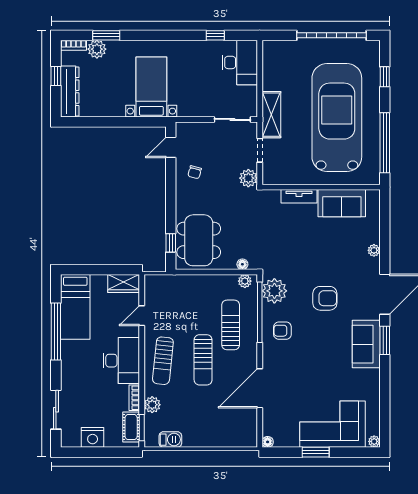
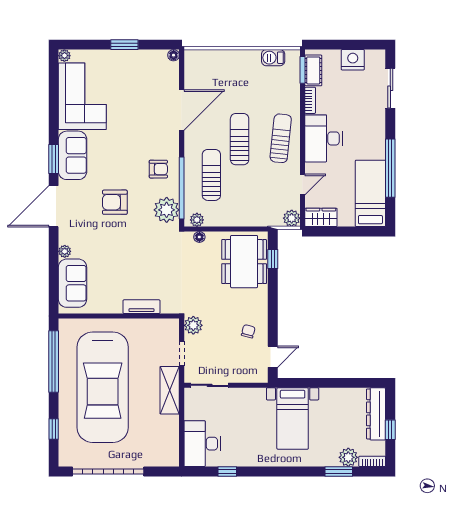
sofa: (342, 203) -> (73, 283), moved, turned 90
sun lounger: (231, 325) -> (211, 175), turned 180
plant: (152, 405) -> (292, 218), moved
corner sofa: (332, 424) -> (82, 96), moved, turned -90

